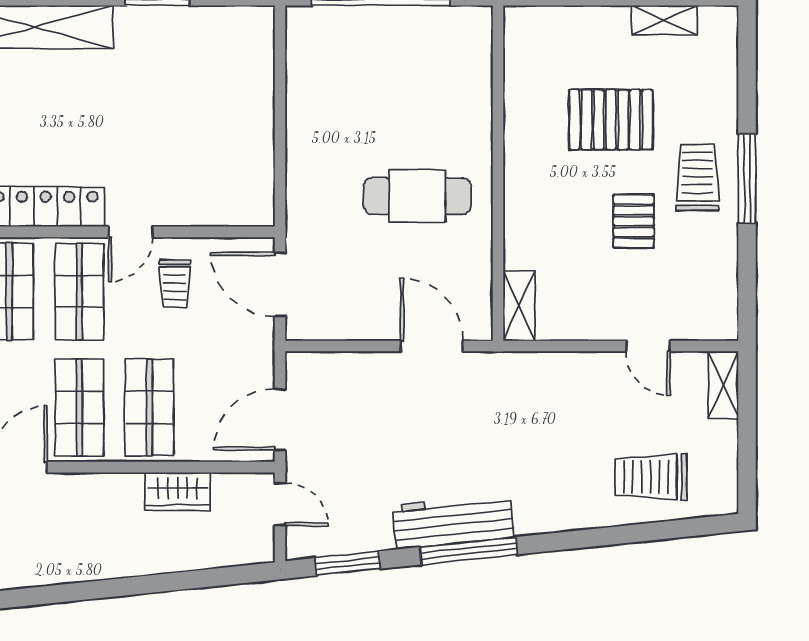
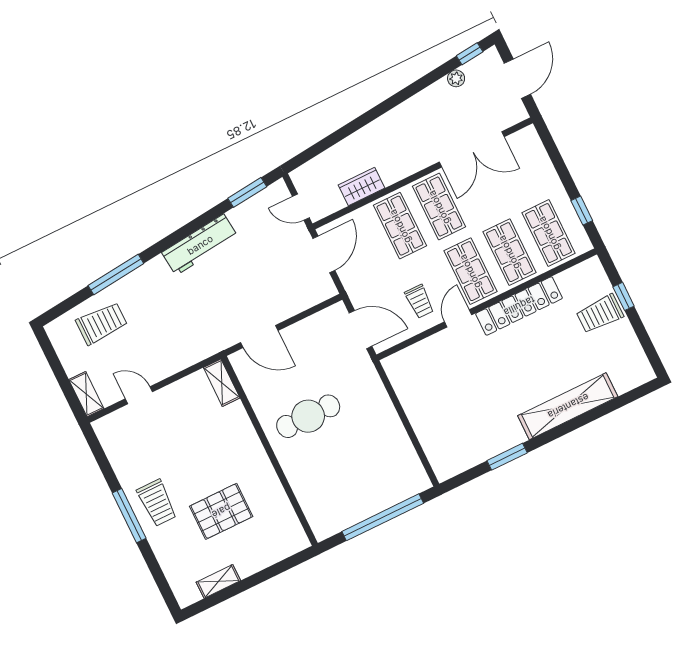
pallet: (634, 221) -> (181, 461), removed
trolley: (175, 284) -> (419, 301), turned 180
window: (469, 551) -> (116, 274), moved

